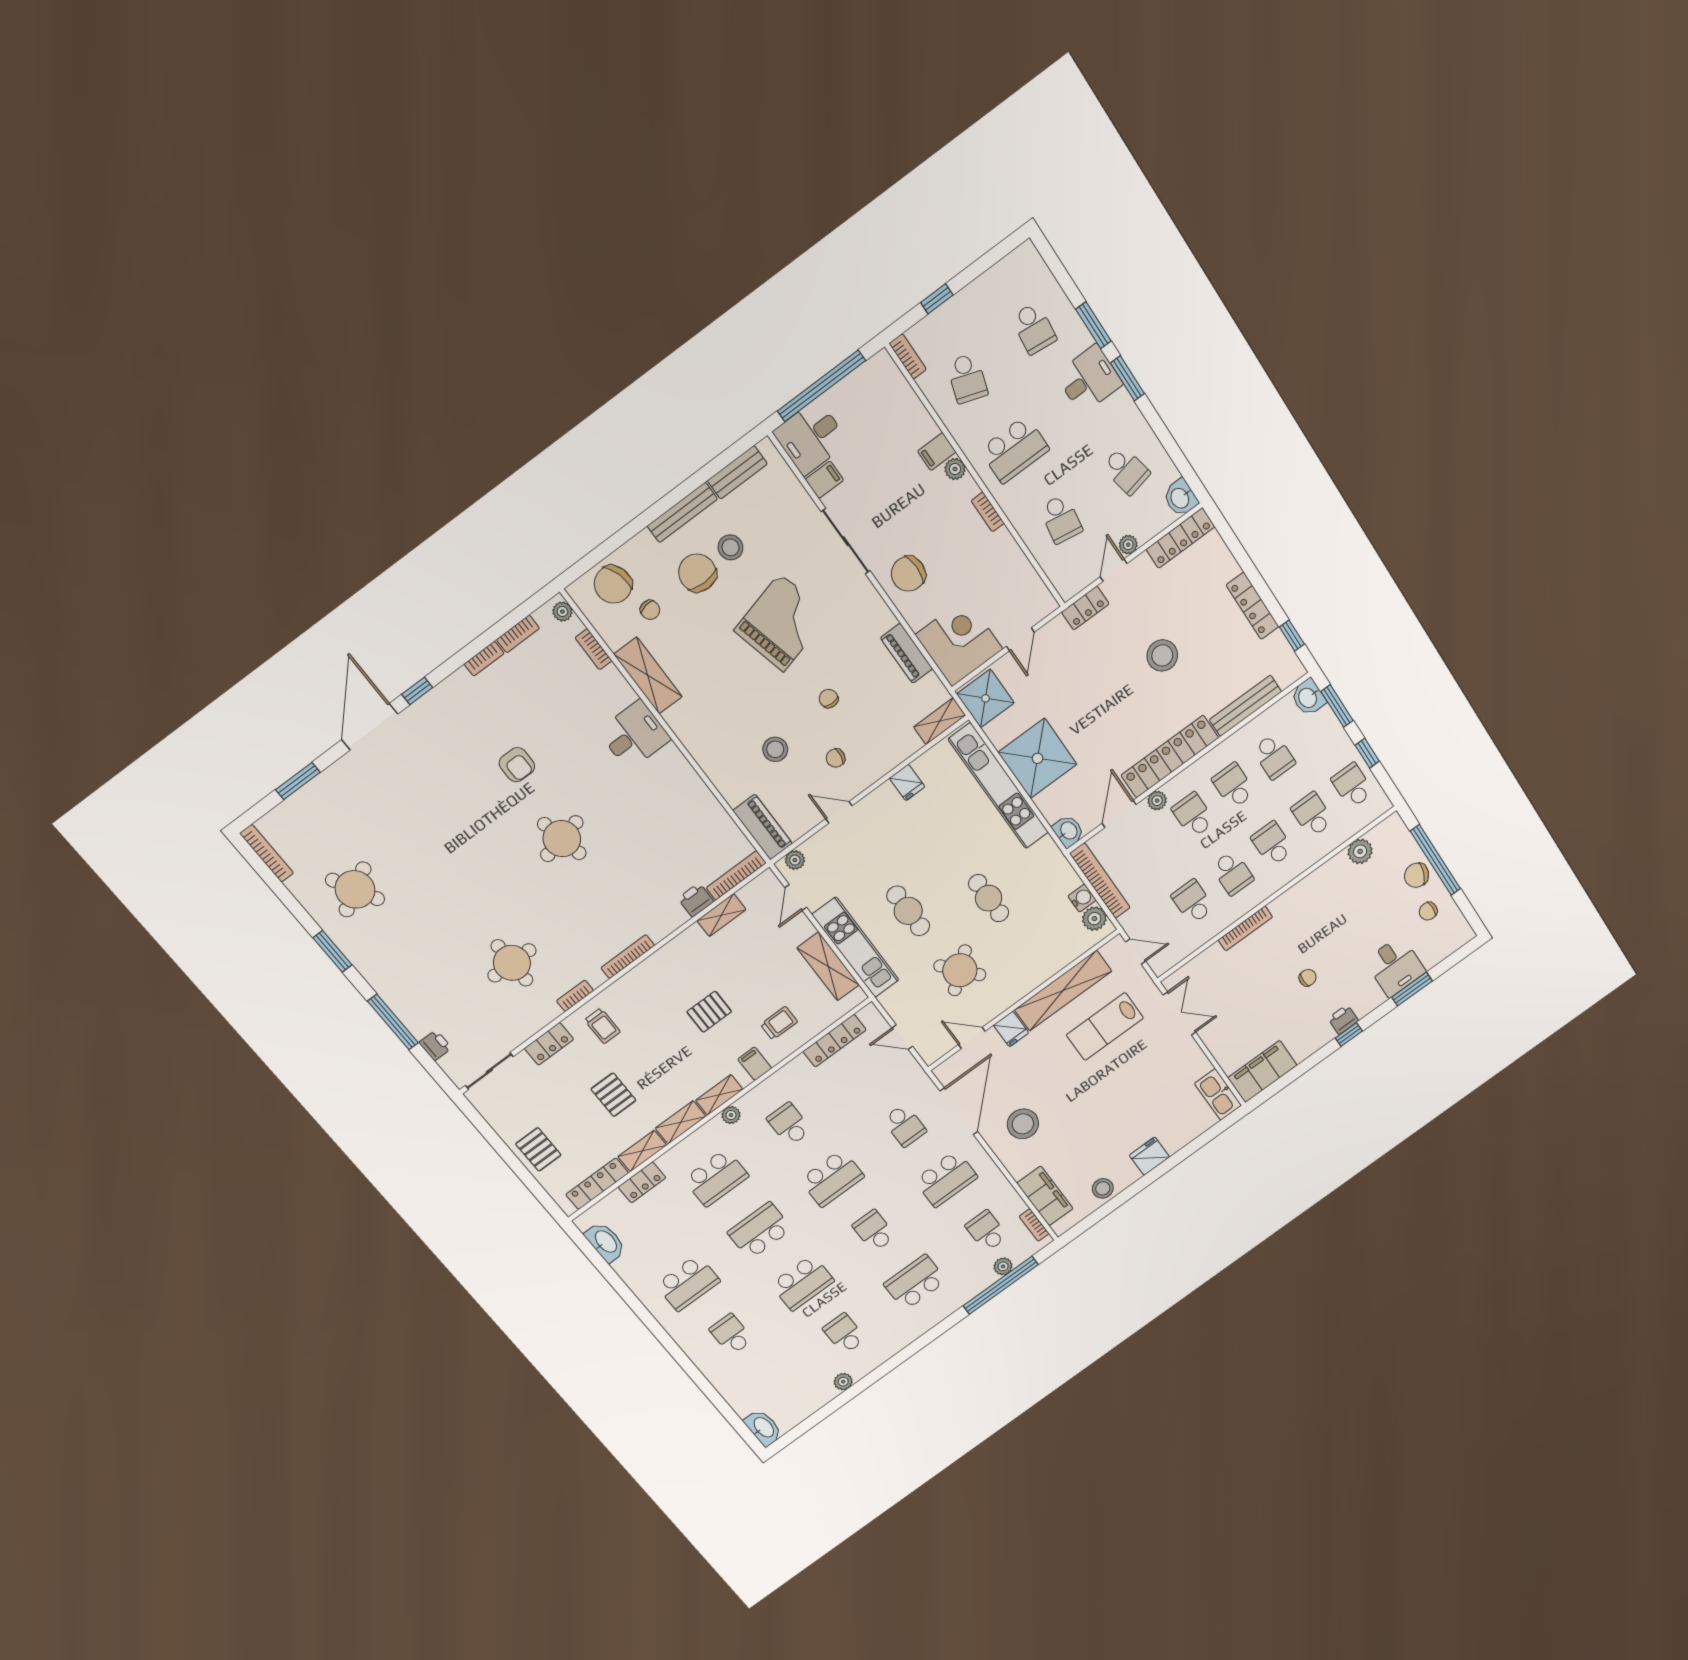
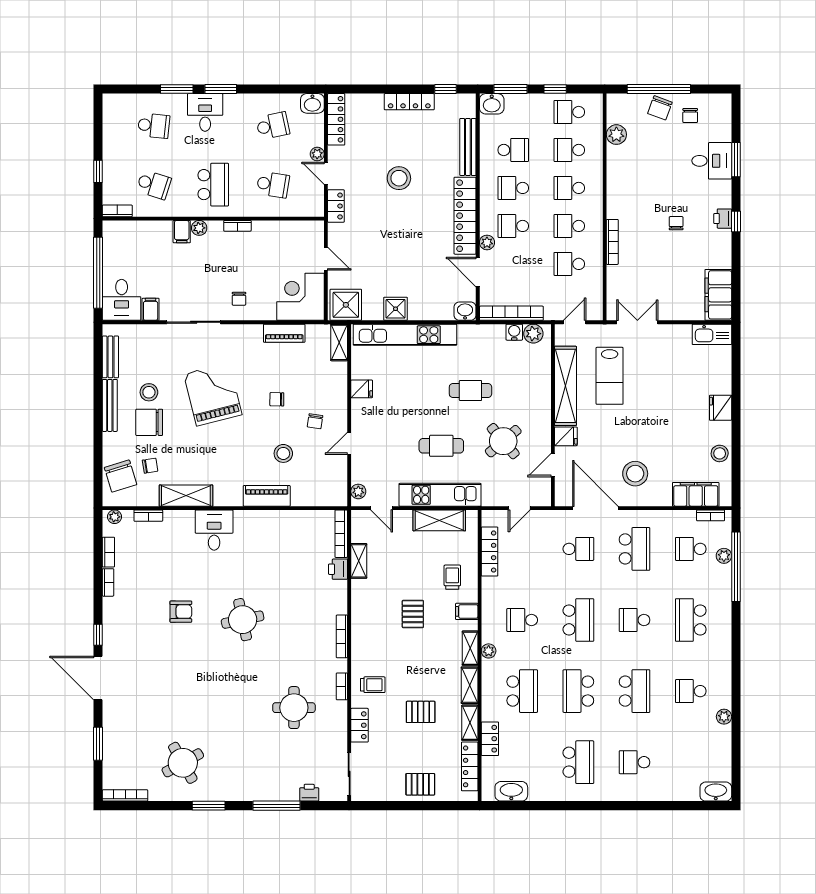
chair: (908, 574) -> (239, 299), width x0.54, depth x0.54
shower: (1038, 758) -> (396, 309), width x0.54, depth x0.54
piano: (763, 827) -> (267, 496), moved
school desk: (1232, 873) -> (569, 226), turned 180

